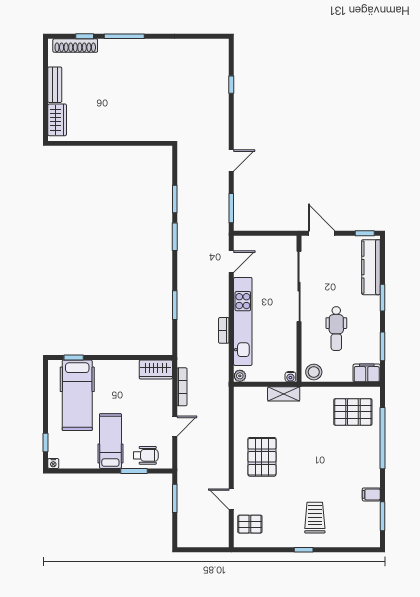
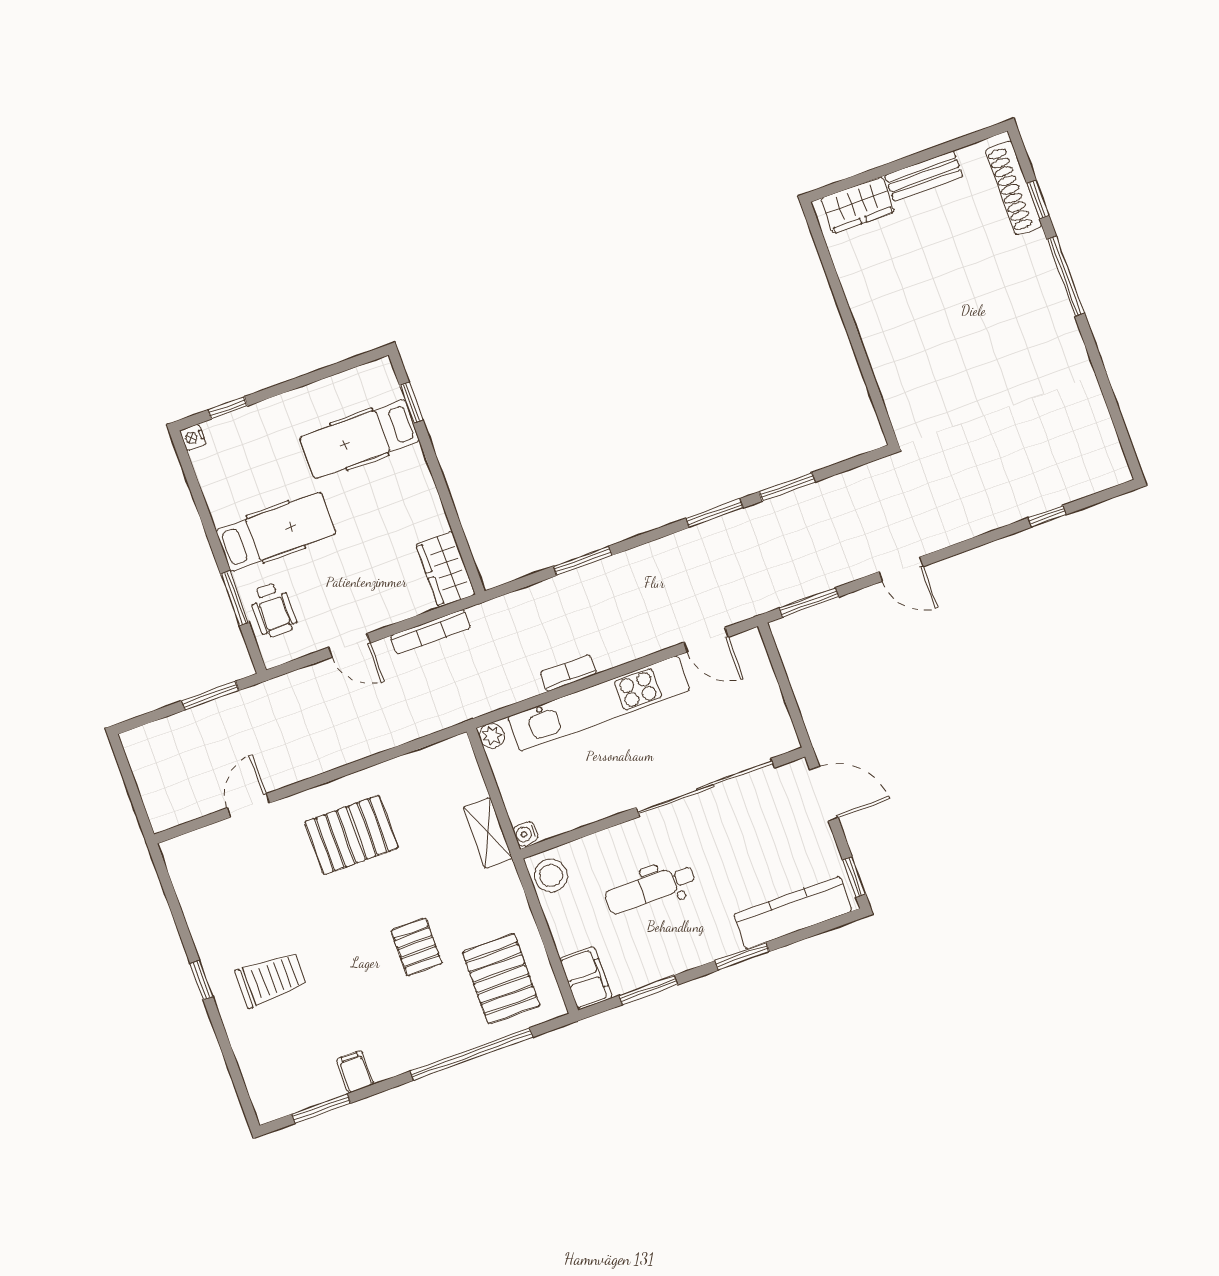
door: (322, 233) -> (824, 794), hinge flipped
hospital bed: (77, 395) -> (360, 439), width x0.73, depth x0.78
pallet: (250, 524) -> (416, 947), moved

